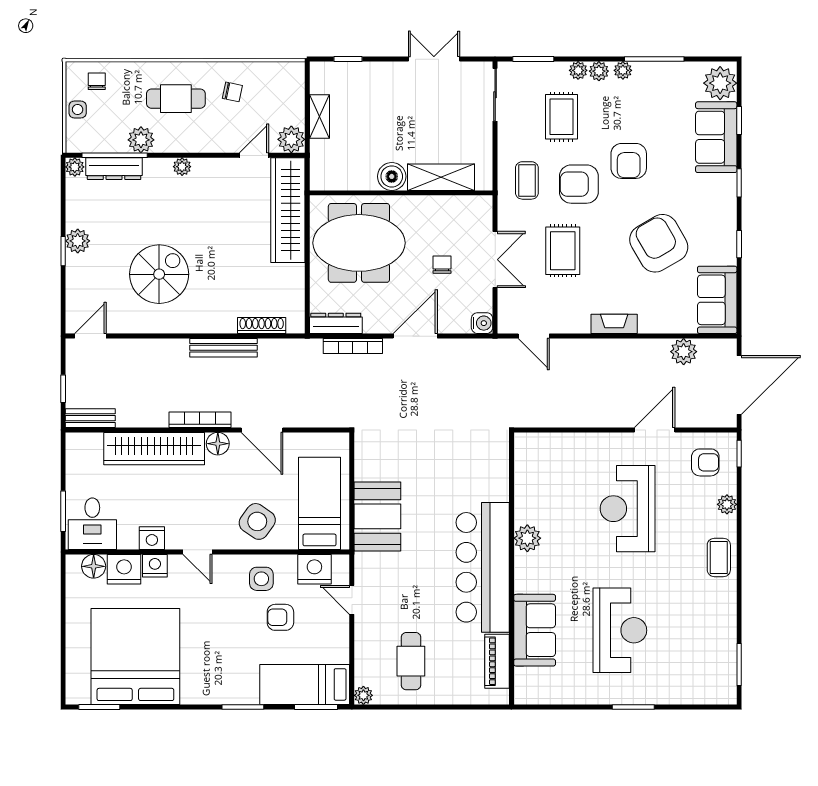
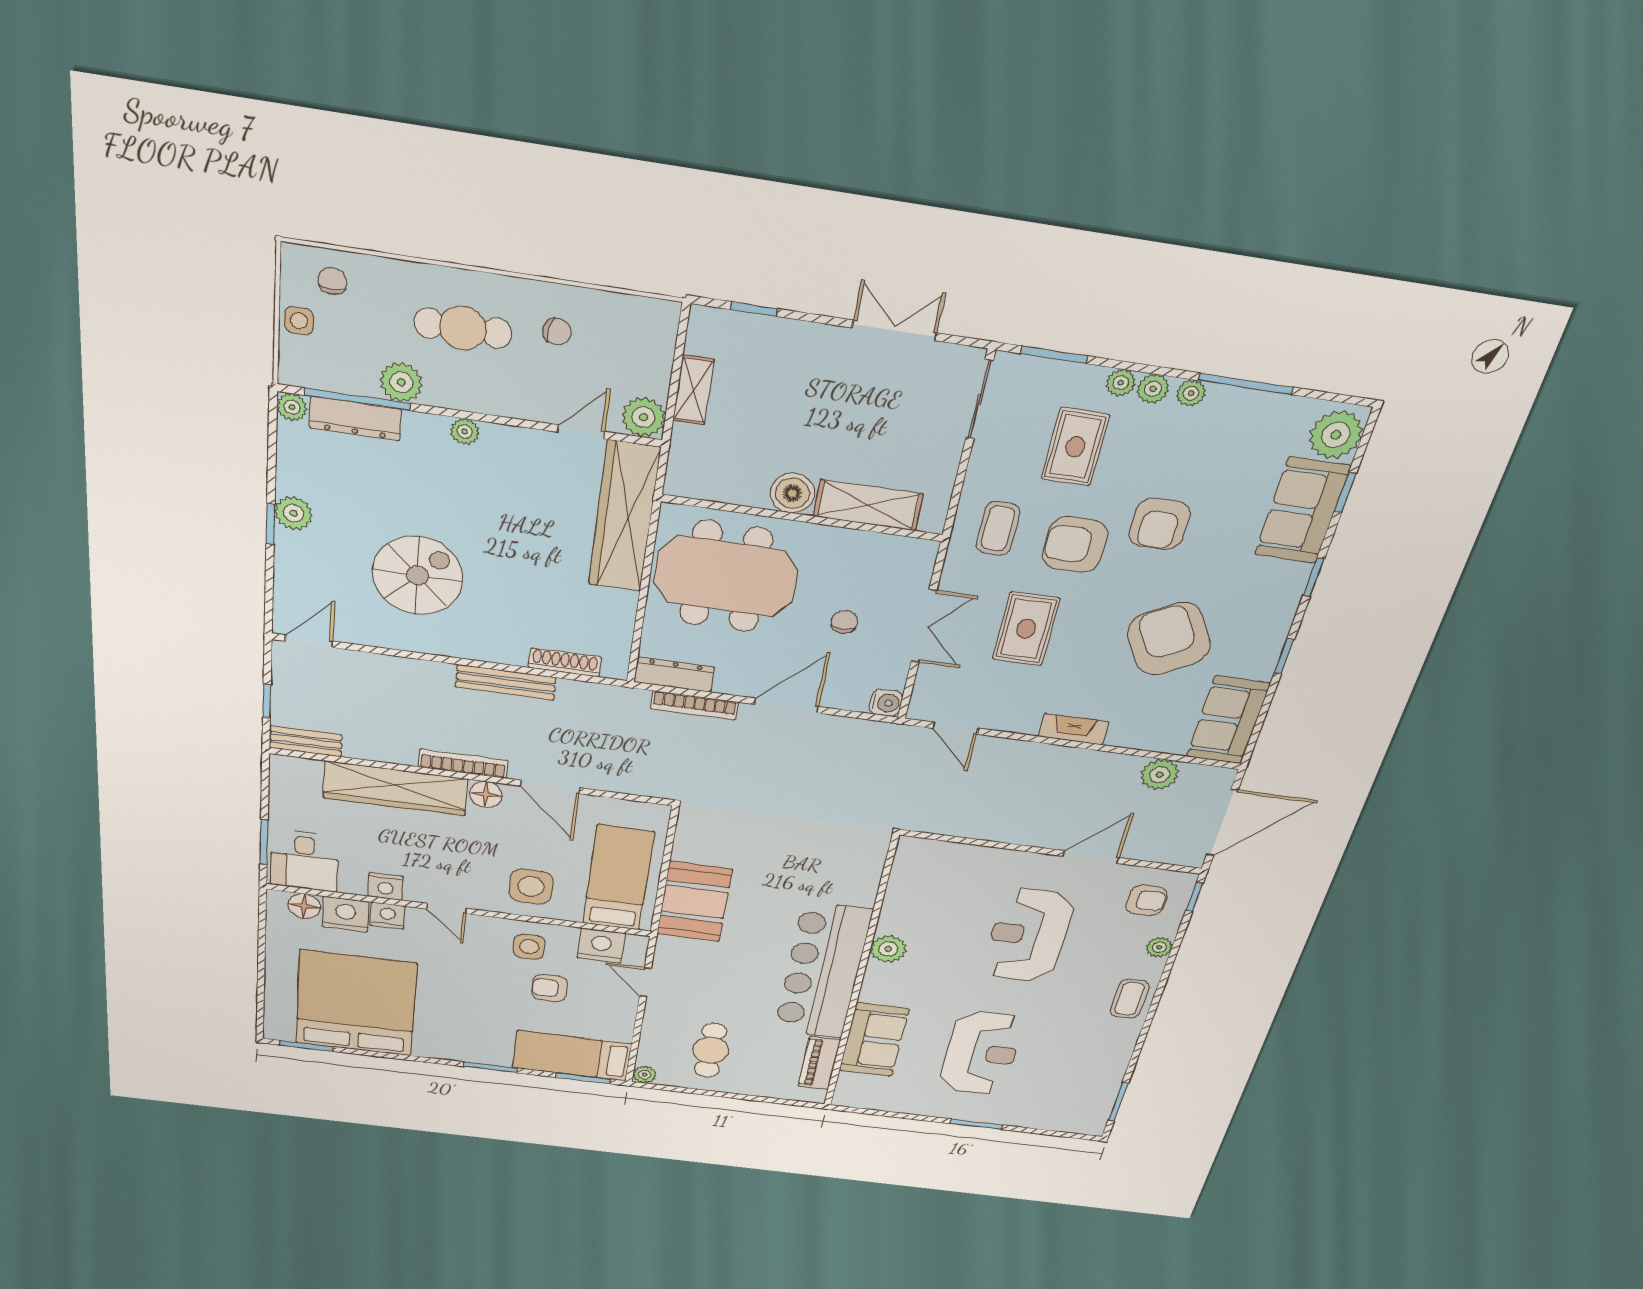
side table: (257, 521) -> (531, 887), turned -35

